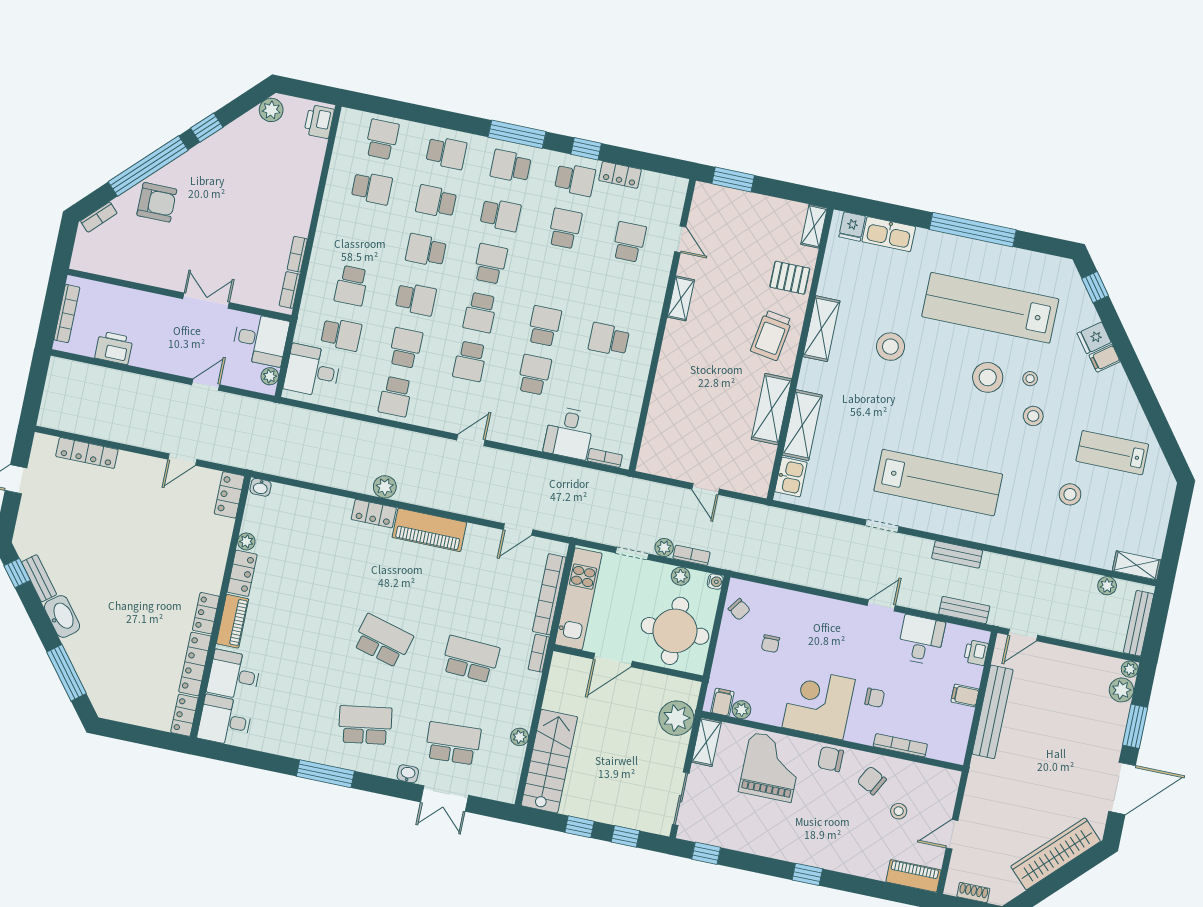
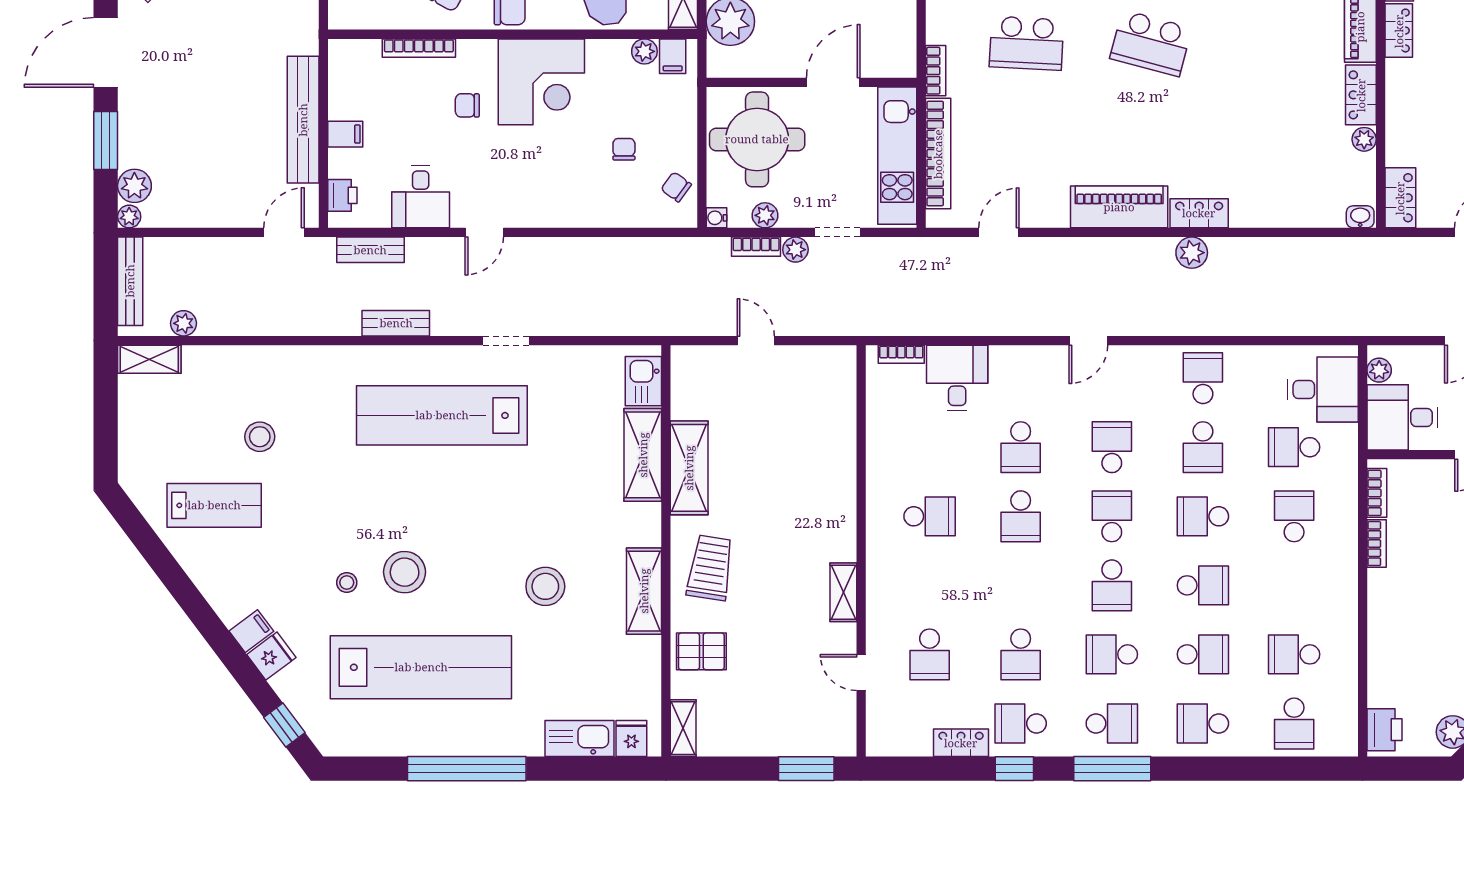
stool: (1033, 416) -> (332, 533), removed

